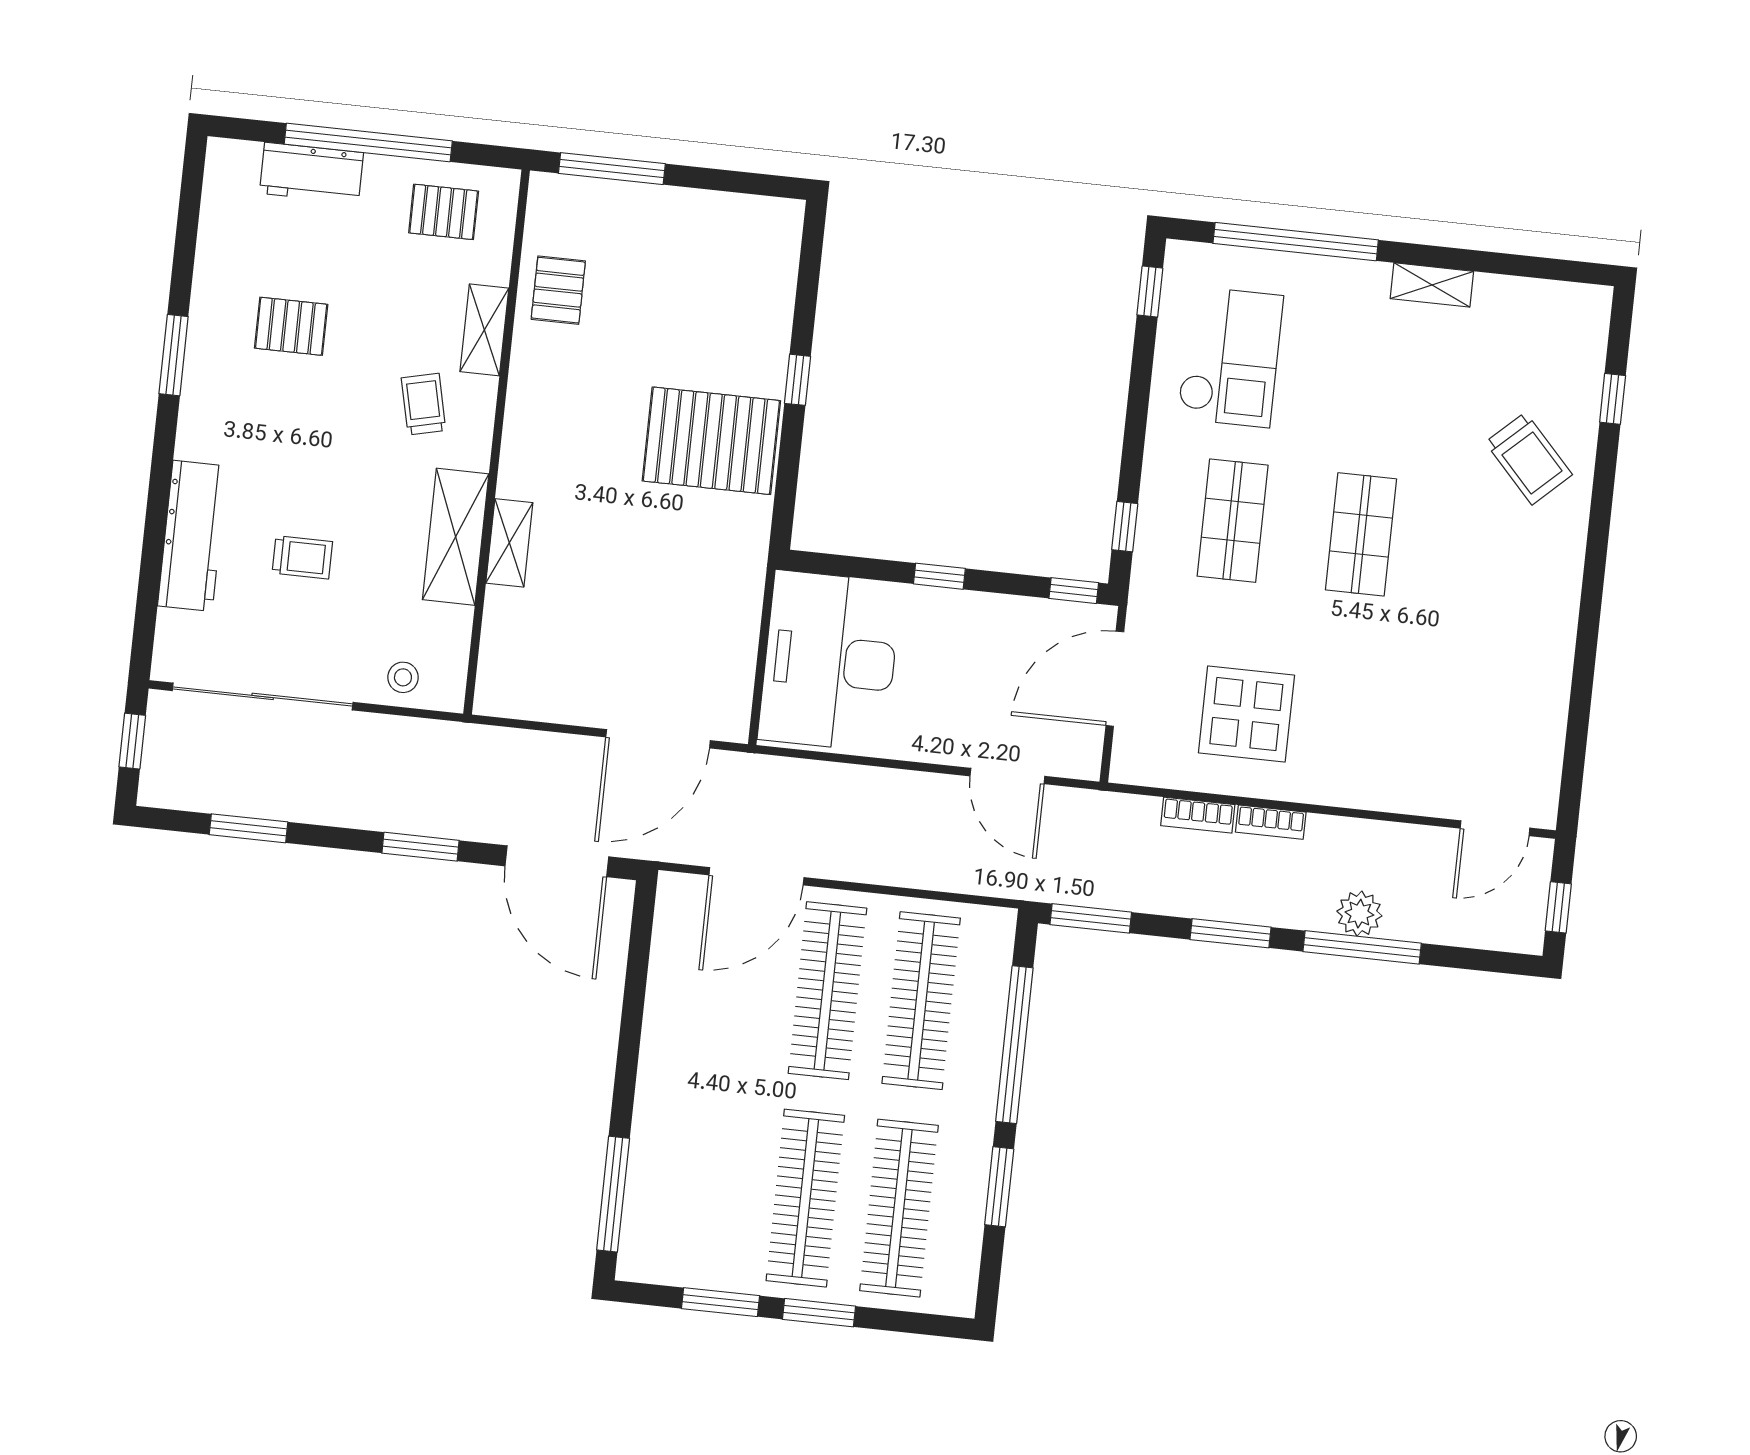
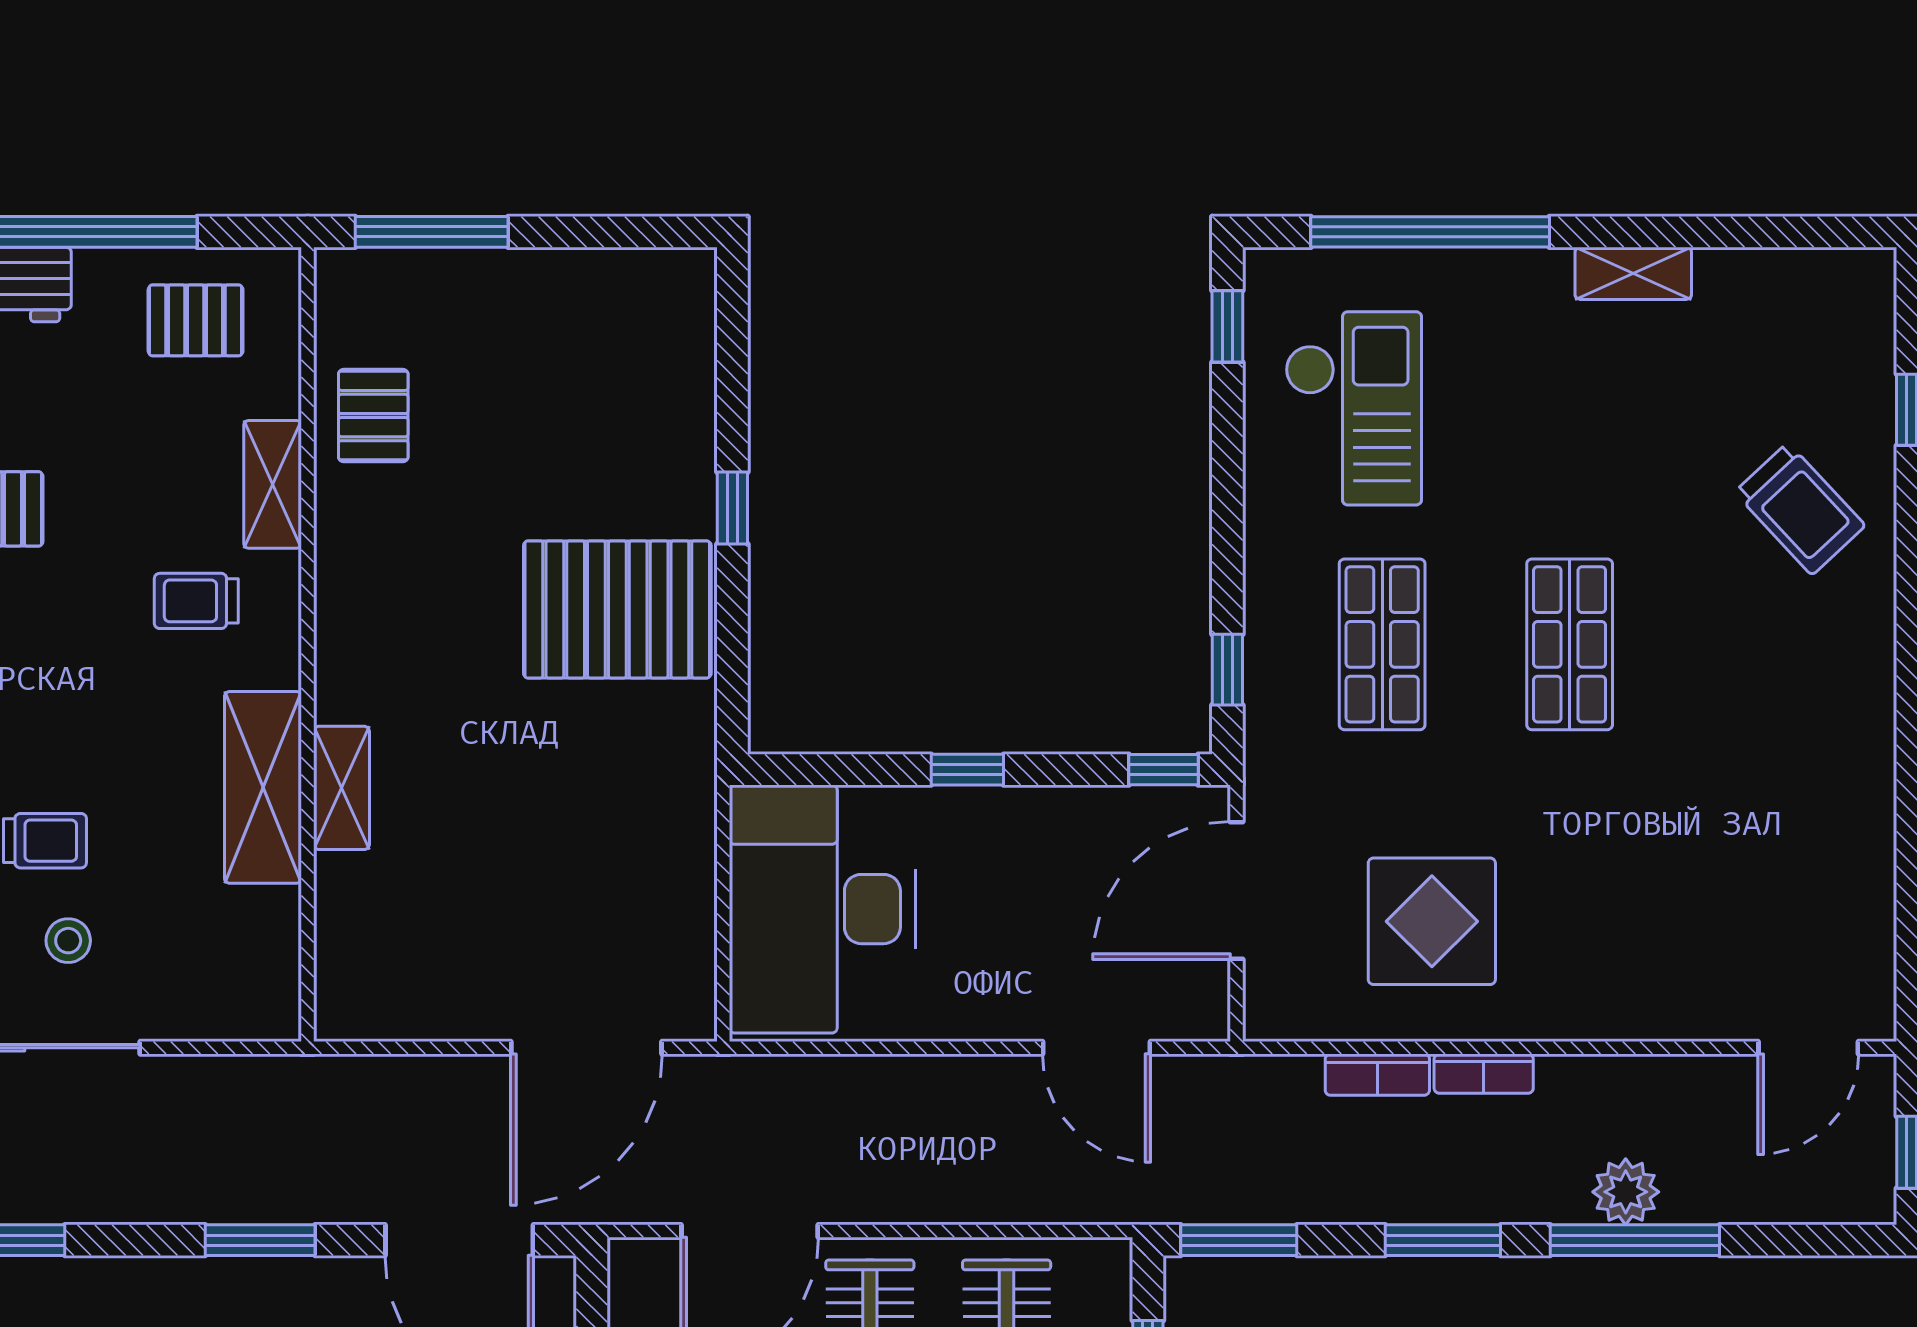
trolley: (424, 404) -> (196, 601), turned -77
stool: (403, 677) -> (68, 941), moved

